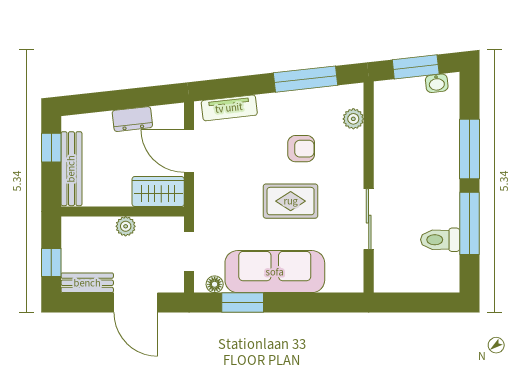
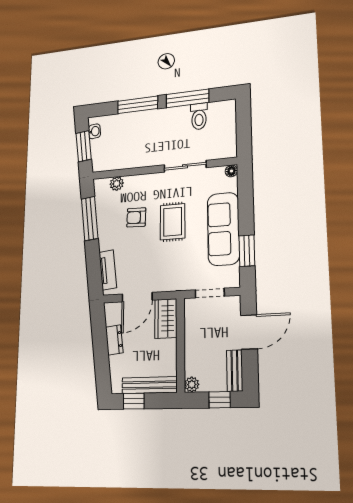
armchair: (301, 149) -> (136, 217), turned -88
plant: (126, 226) -> (192, 384), moved
floor lamp: (215, 284) -> (231, 171), moved

